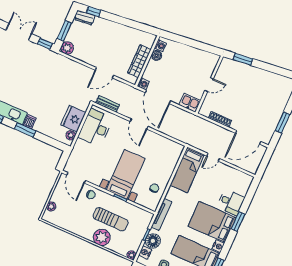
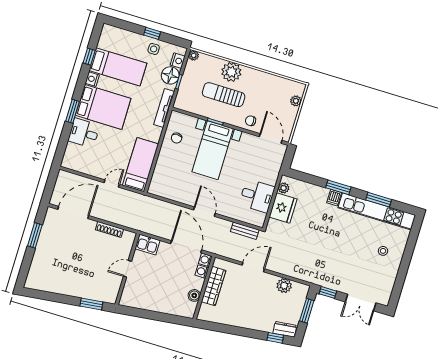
washing machine: (160, 46) -> (202, 272), moved
plant: (67, 48) -> (284, 286), moved
desk: (95, 128) -> (257, 196), width x0.73

